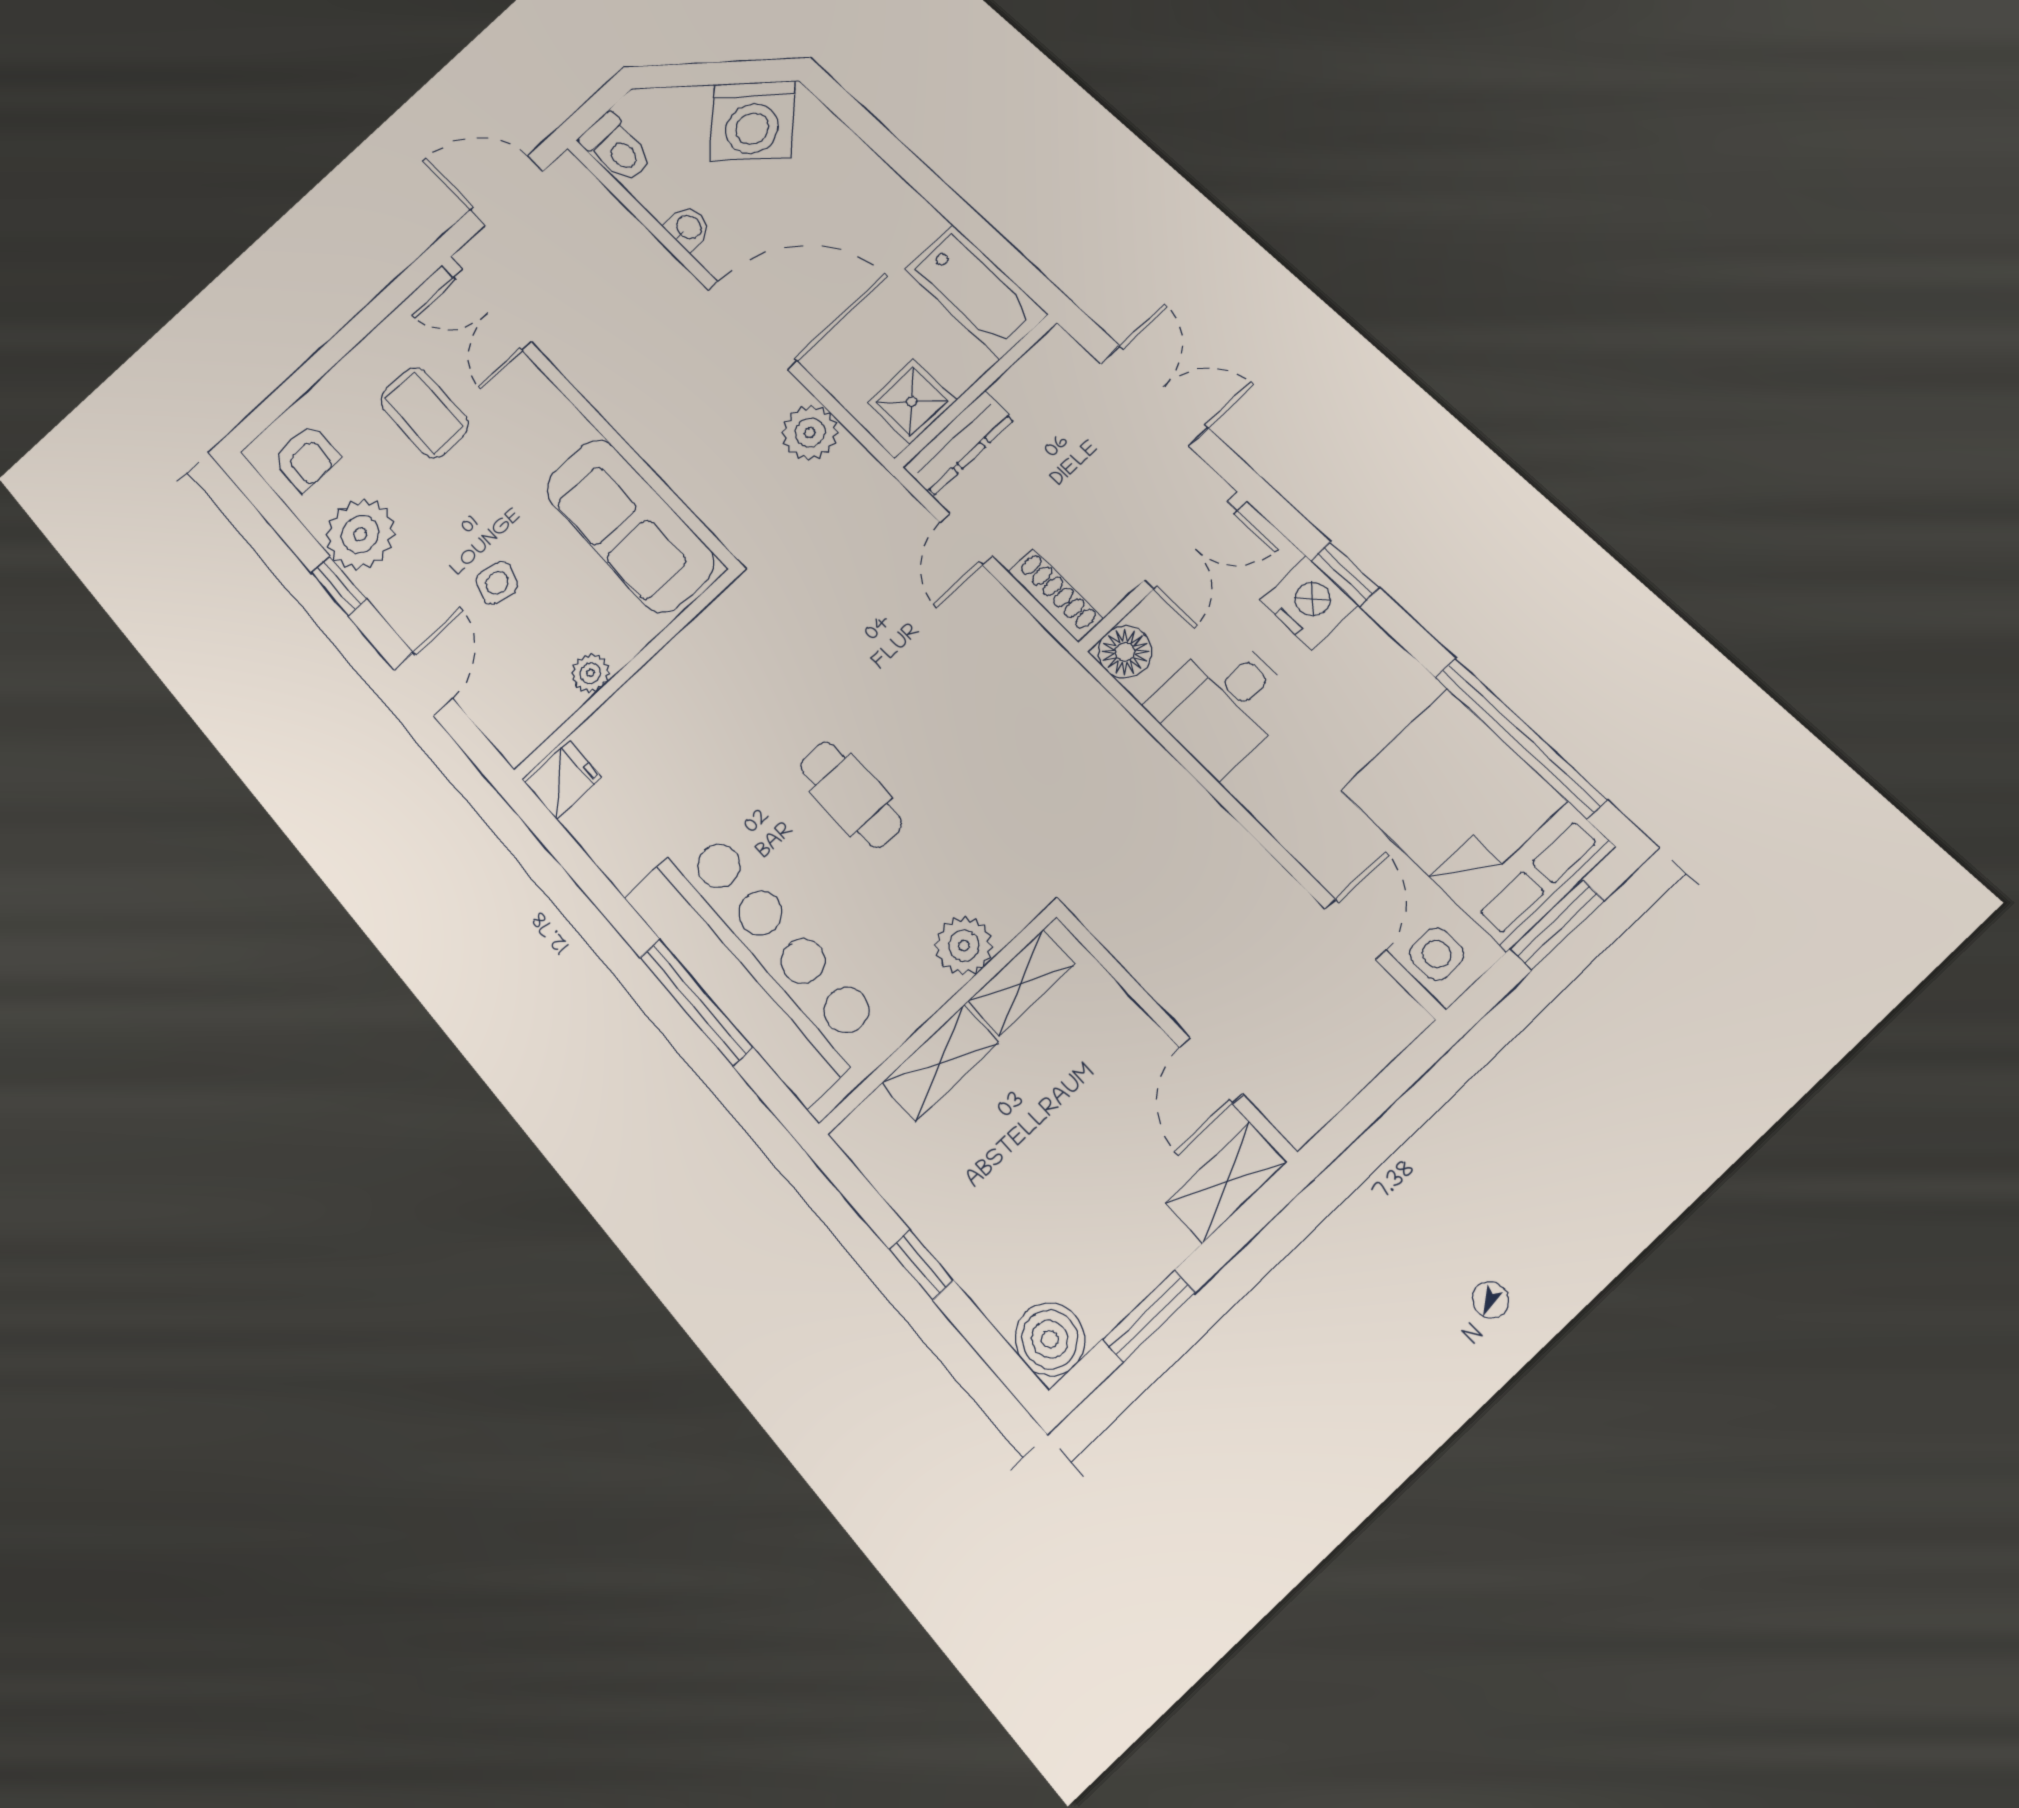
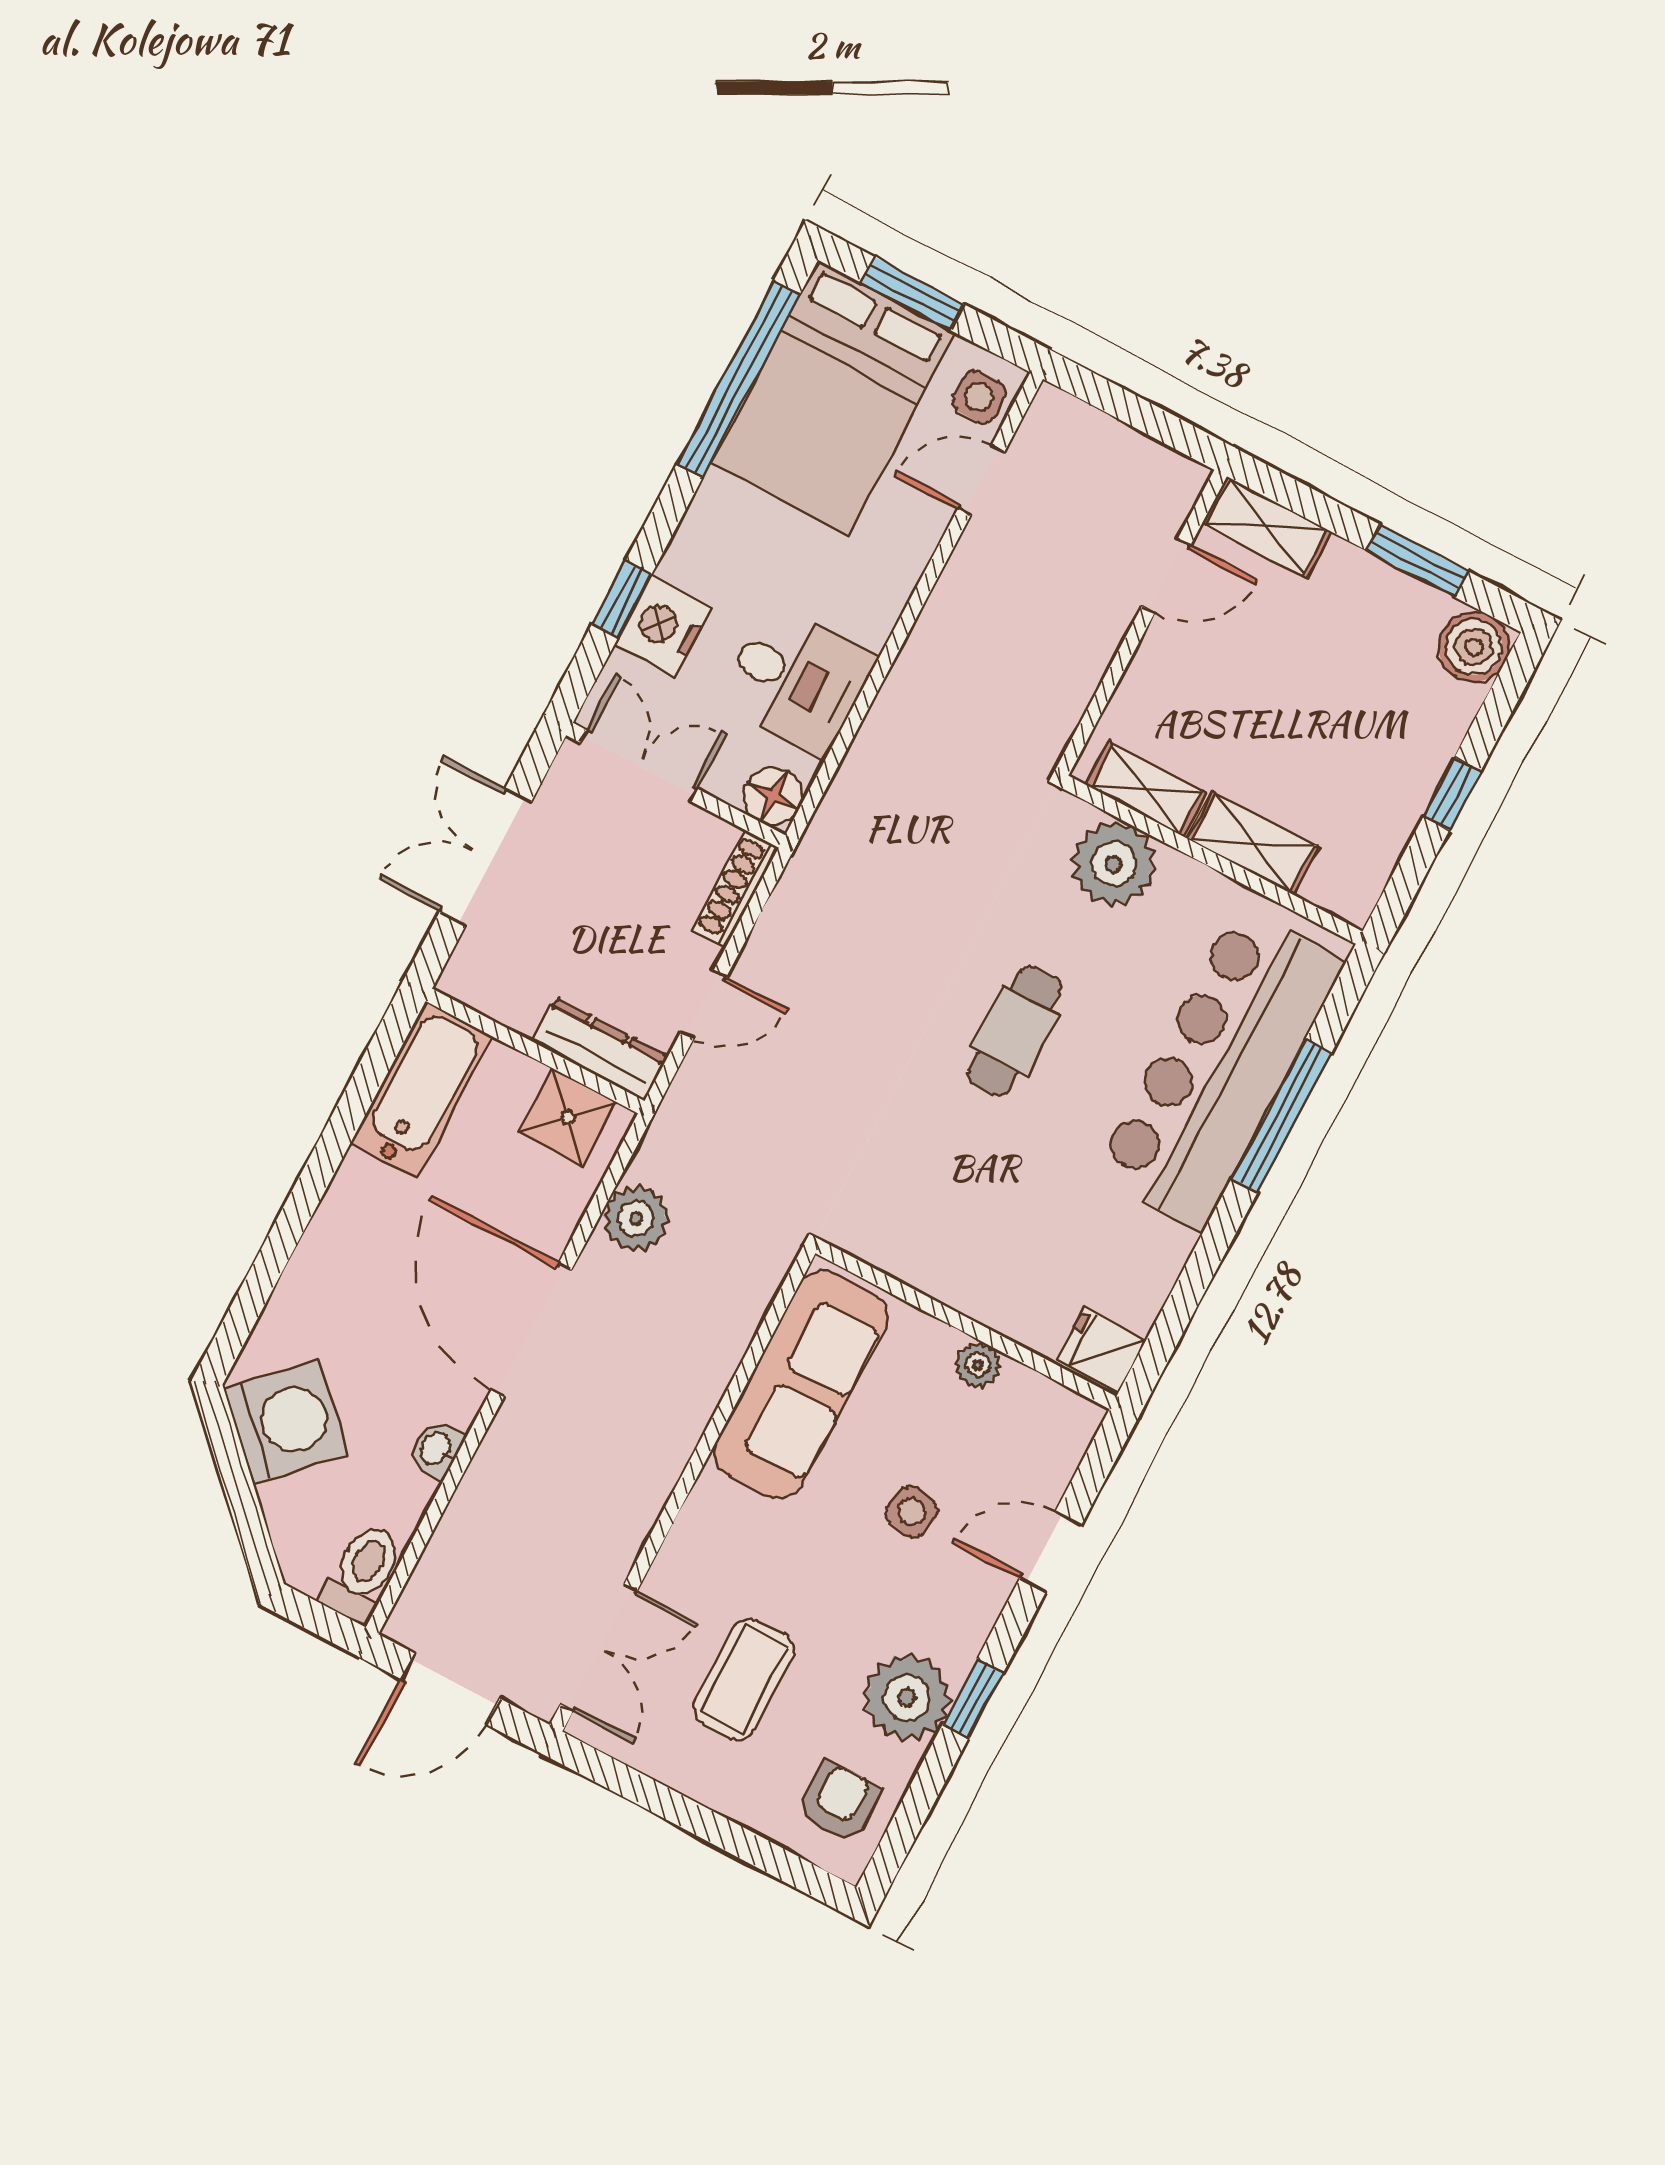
door: (506, 191) -> (450, 1689), hinge flipped
plant: (964, 946) -> (1114, 864), width x1.36, depth x1.36

